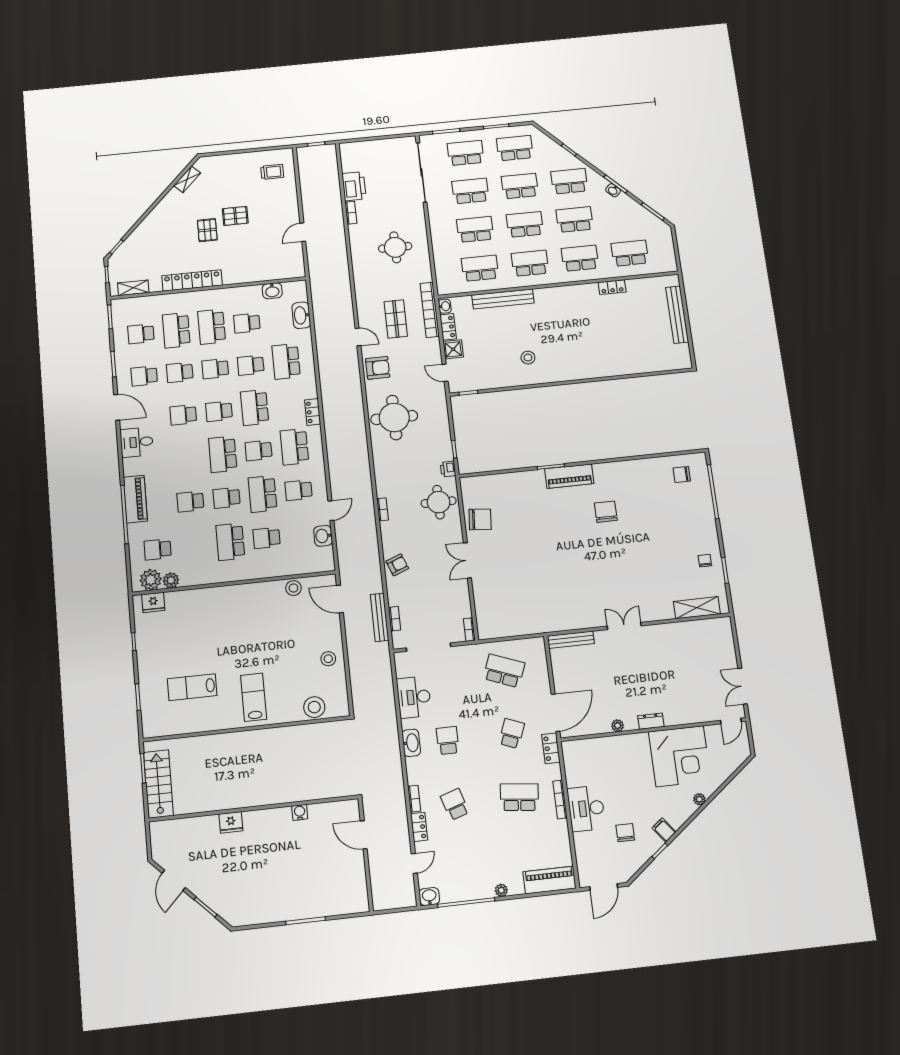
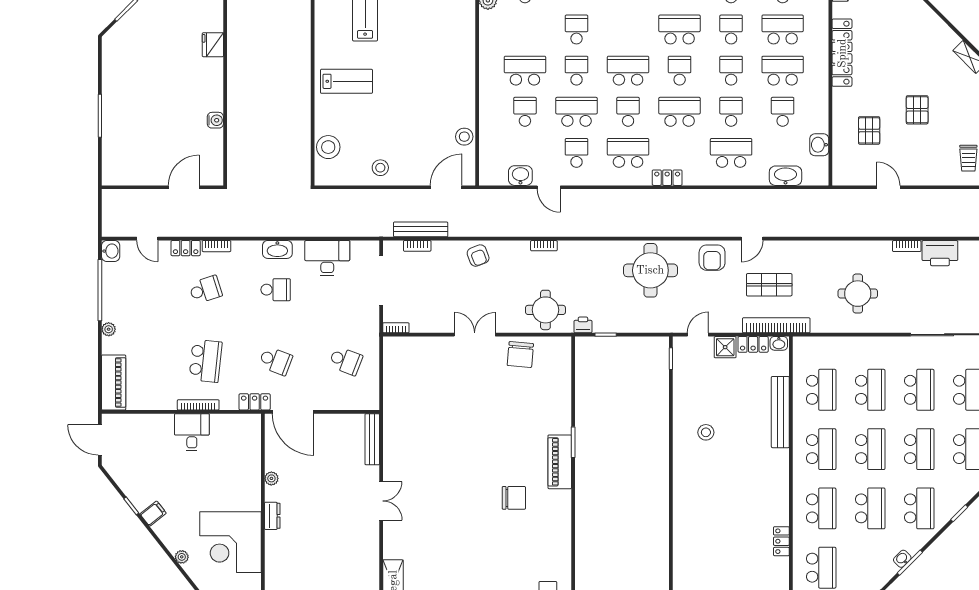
pallet: (207, 230) -> (869, 130), moved, turned 90
school desk: (183, 415) -> (680, 29), width x1.85
school desk: (504, 671) -> (346, 361), width x0.54
desk: (586, 808) -> (192, 432), width x0.73
chair: (625, 833) -> (155, 471), removed

